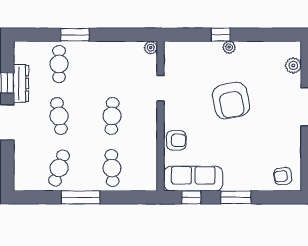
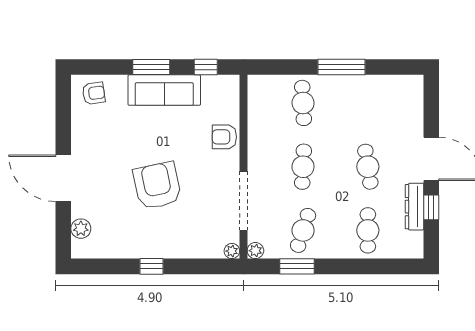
window: (75, 35) -> (297, 266), moved
window: (221, 35) -> (152, 266), moved
plant: (229, 47) -> (232, 251), moved
doorway: (161, 88) -> (243, 201), width x1.88
cafe table: (59, 168) -> (303, 230), moved
sofa: (193, 179) -> (164, 90), moved

